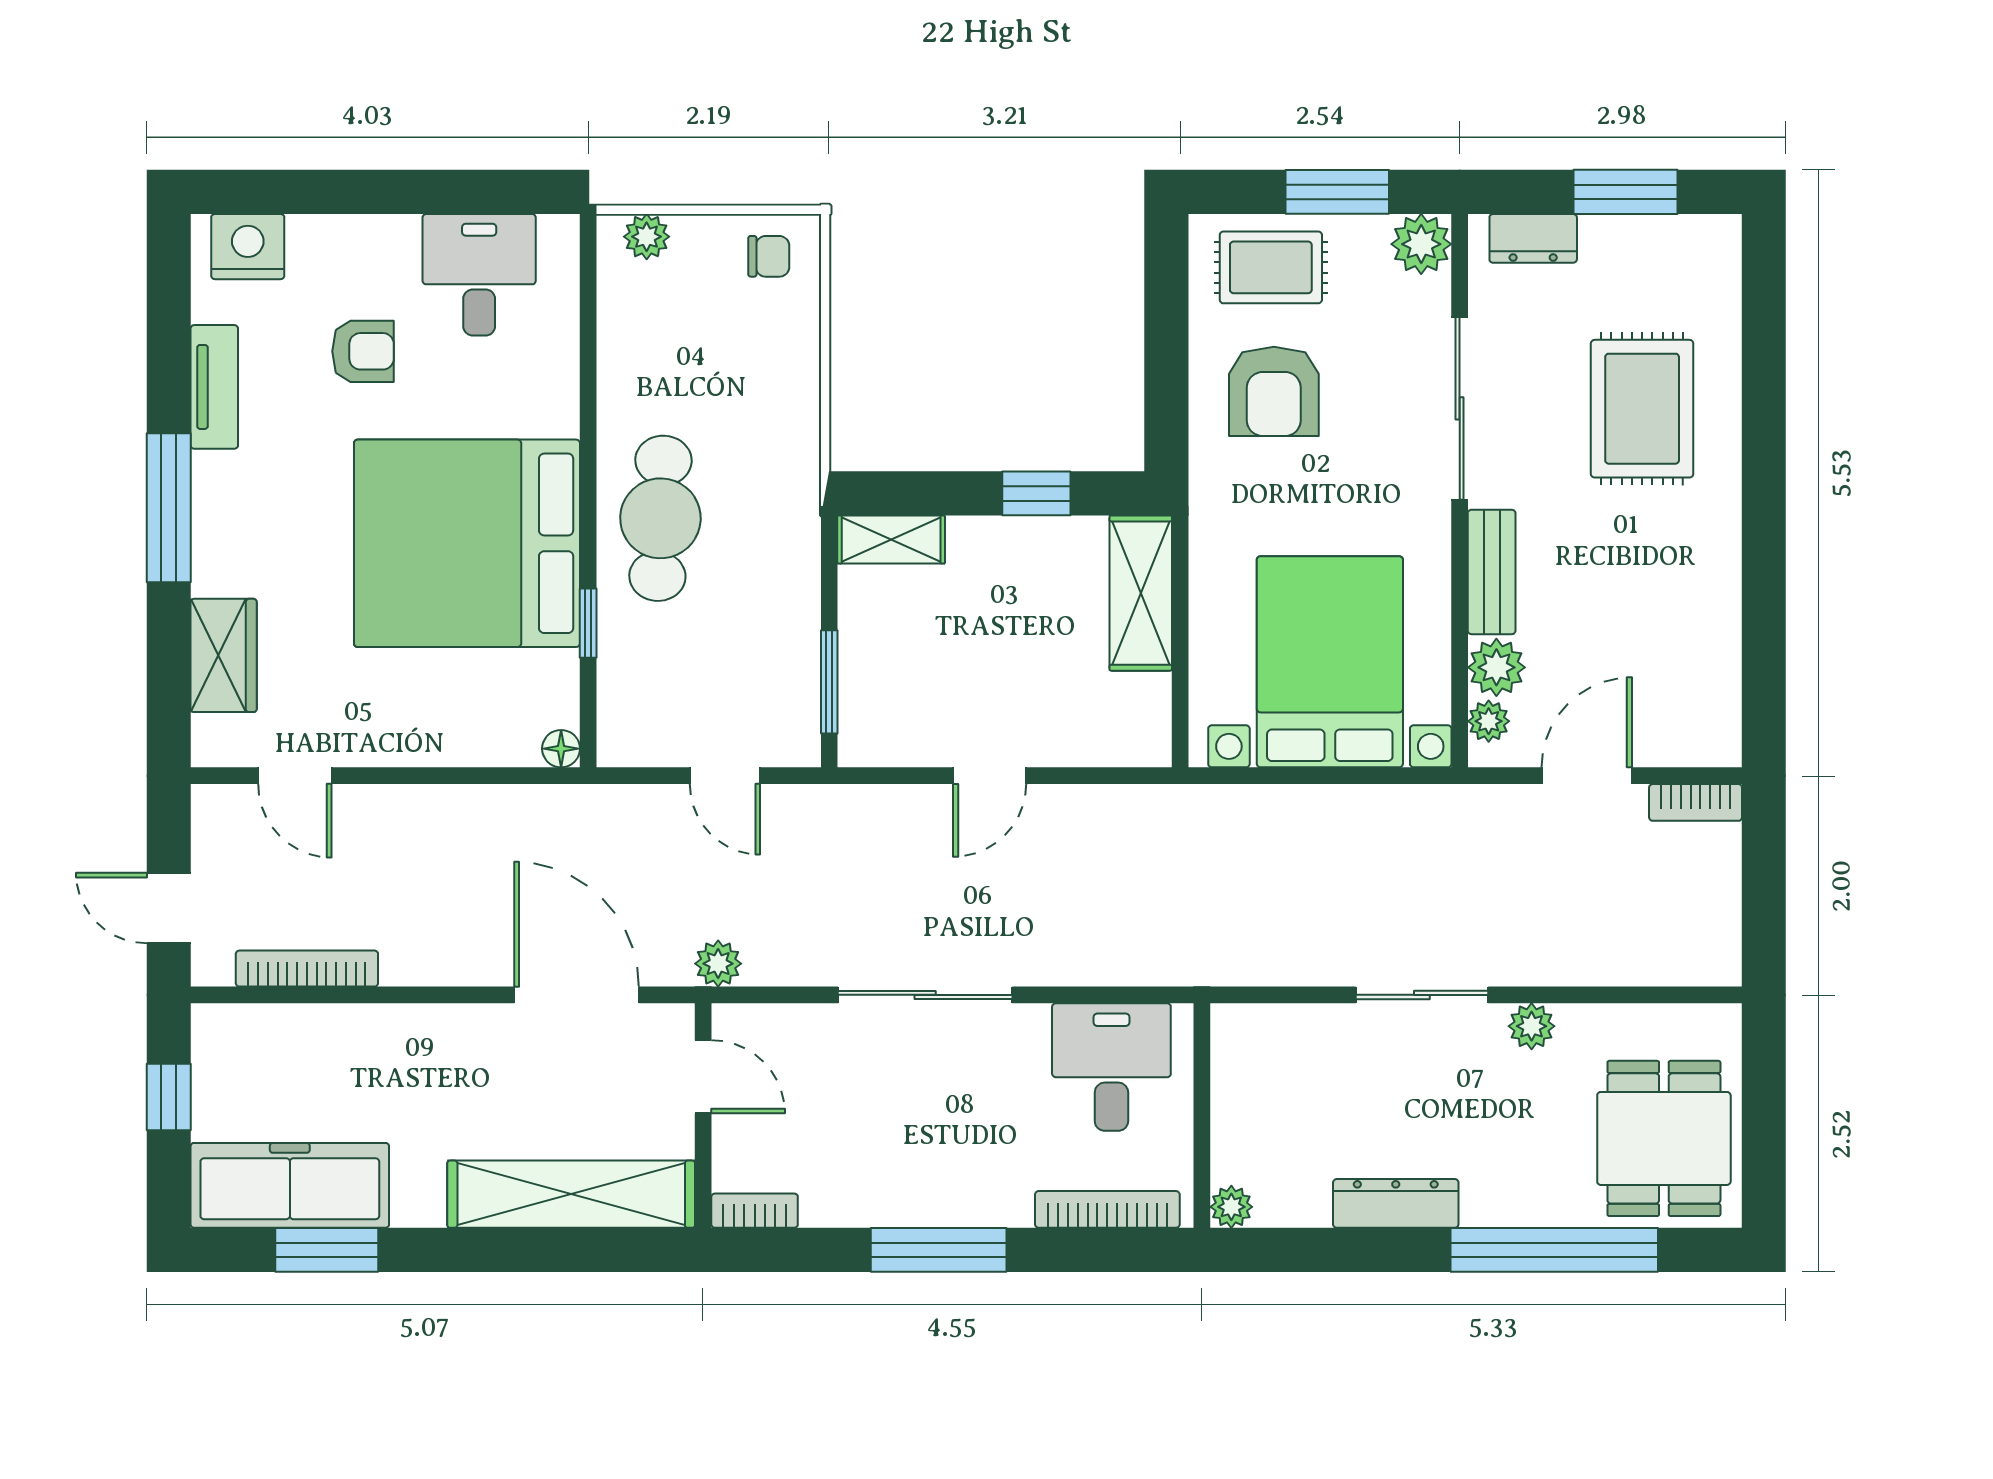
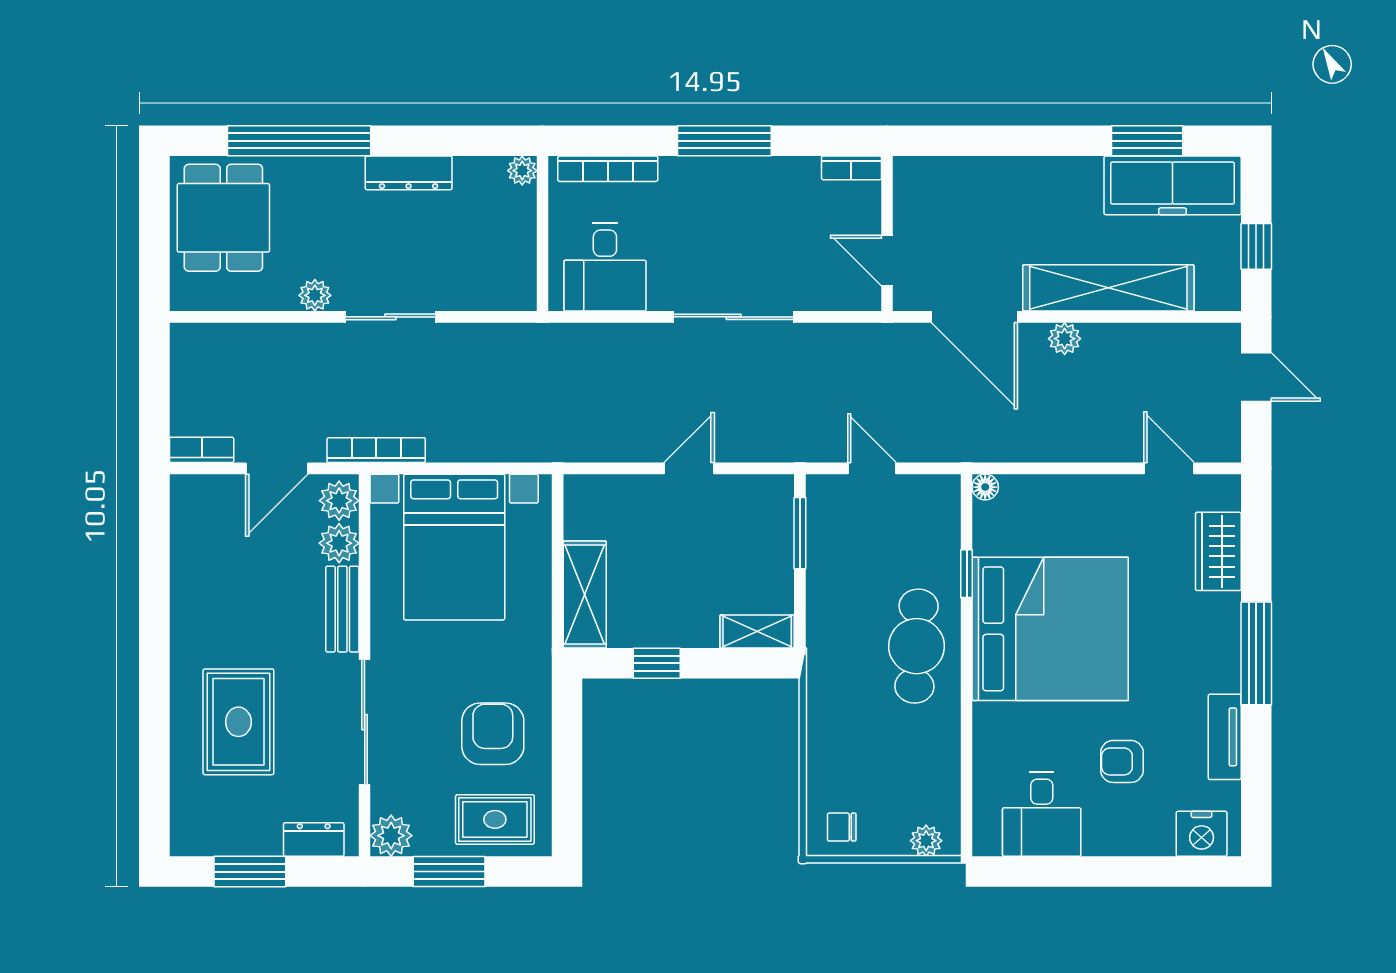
plant: (1489, 721) -> (339, 501), width x1.38, depth x1.38
plant: (718, 964) -> (1065, 339), moved
bookcase: (307, 969) -> (376, 450), moved, turned 180
shelving: (571, 1194) -> (1108, 288), moved

